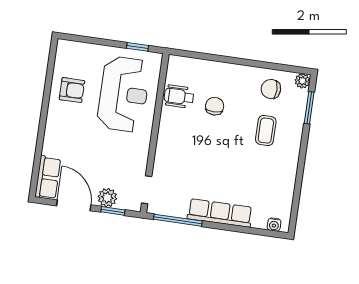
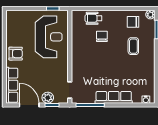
armchair: (72, 90) -> (16, 54), moved
wheelchair: (179, 96) -> (93, 18), moved
row of seats: (48, 178) -> (12, 85), width x1.48

